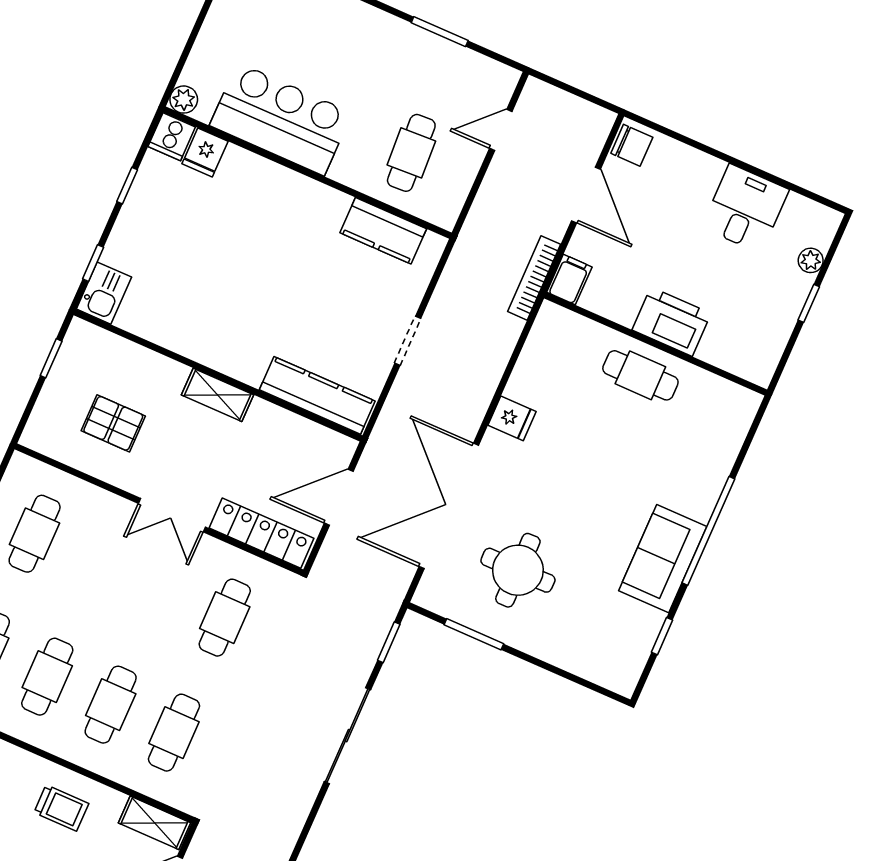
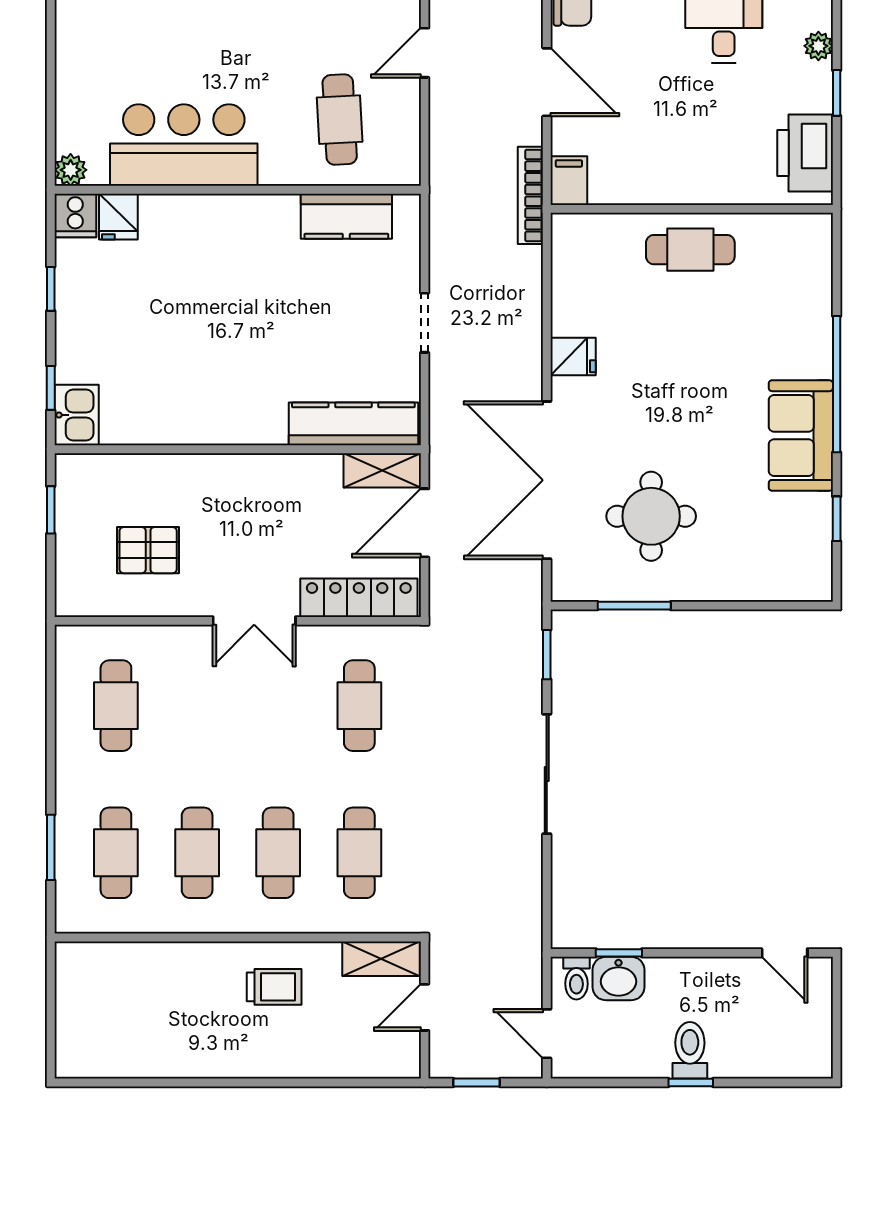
printer: (672, 322) -> (805, 153), moved, turned -90
shelving: (218, 395) -> (382, 470), moved

